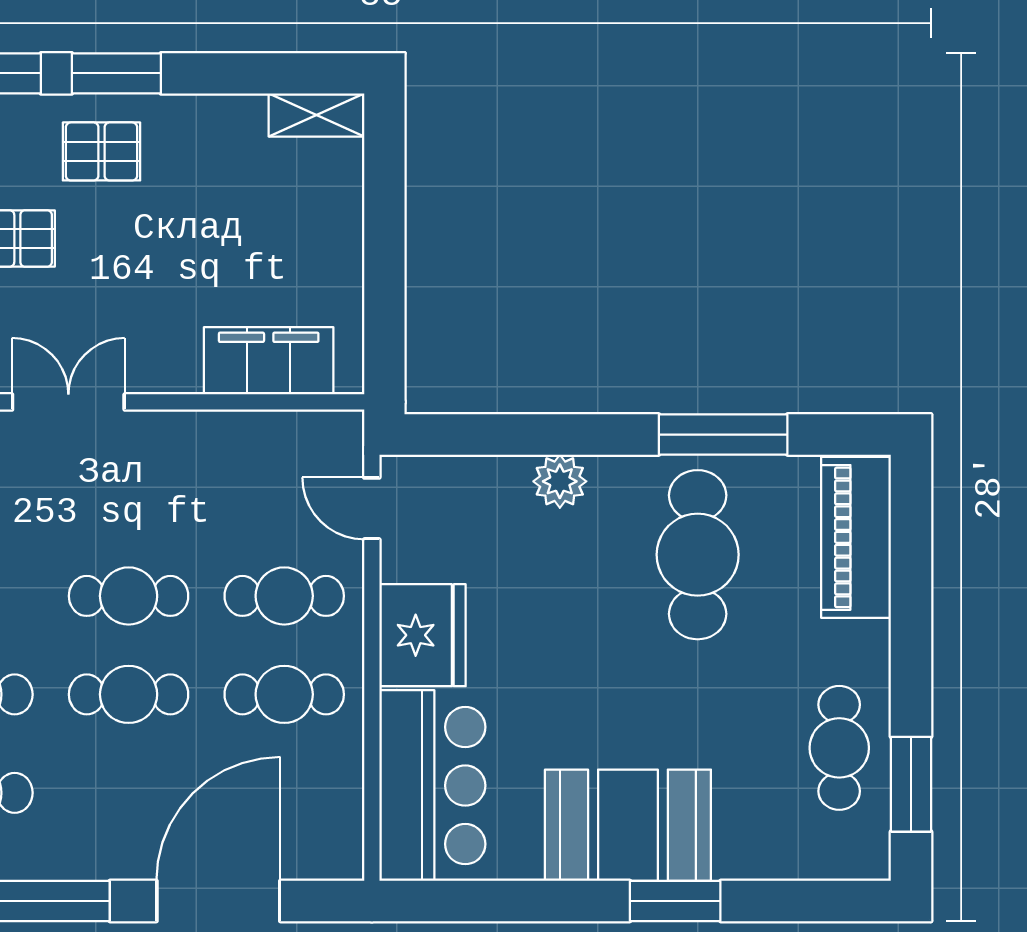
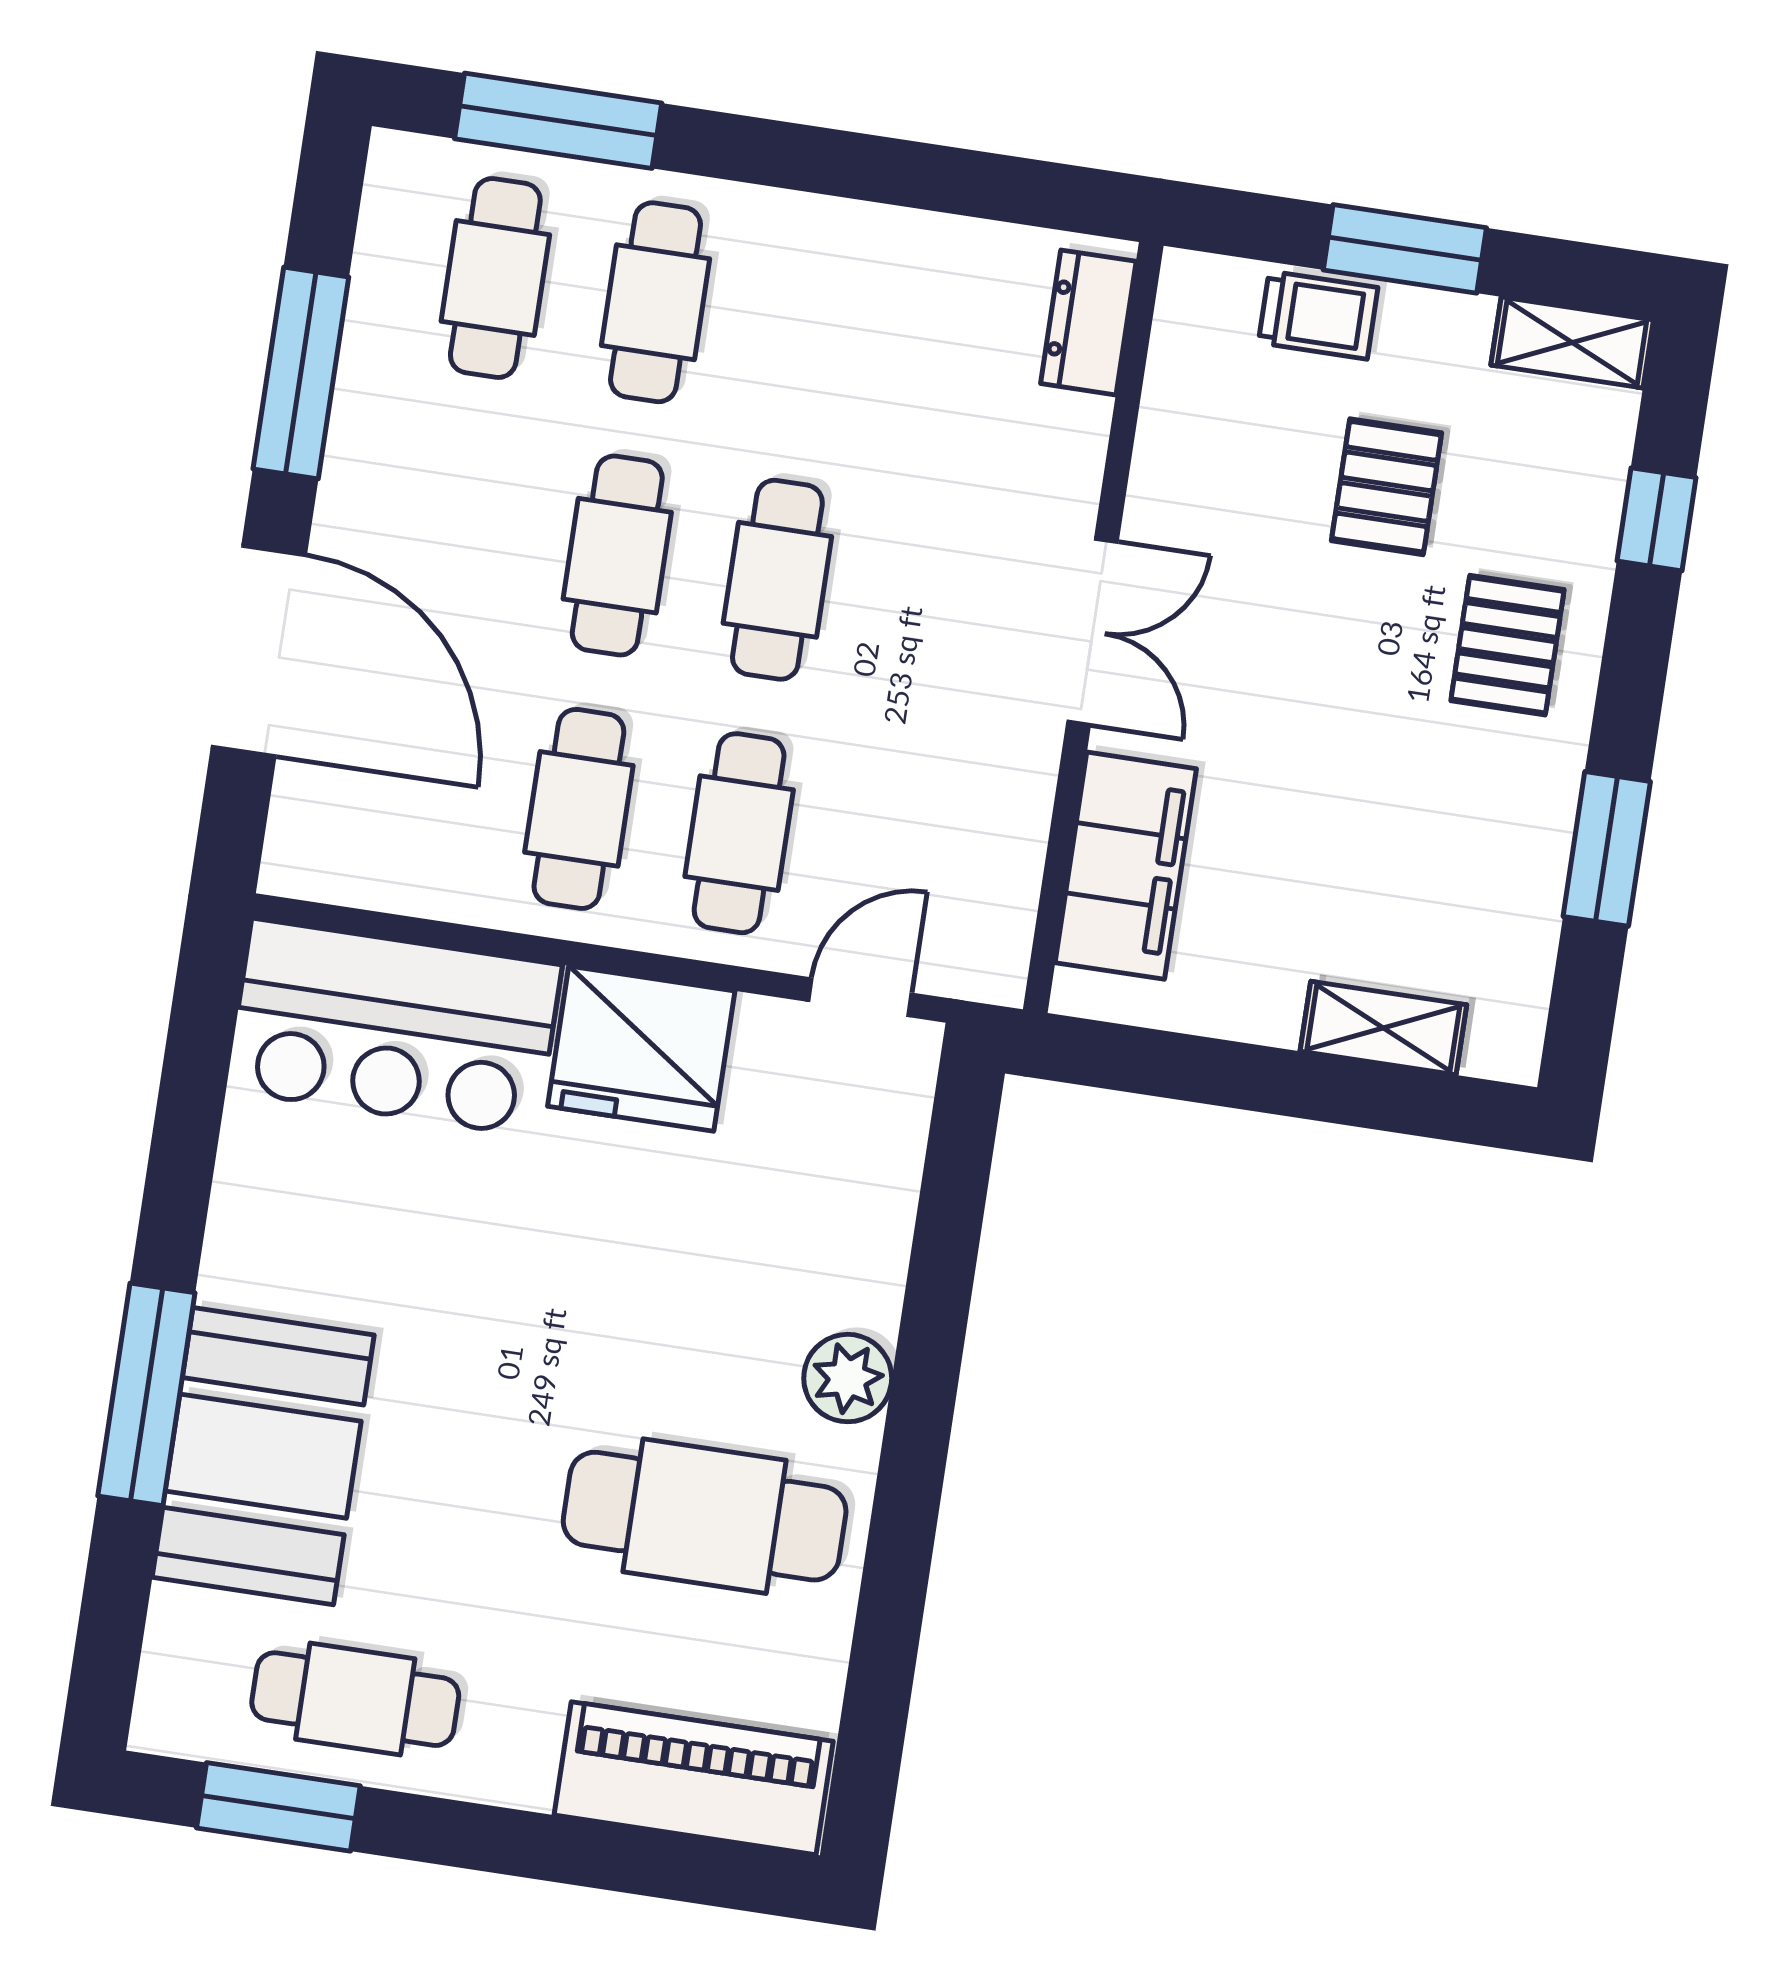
window: (116, 73) -> (1607, 849), moved
shelving: (316, 115) -> (1383, 1028), moved, turned 90
double door: (68, 402) -> (1093, 632), moved
window: (723, 435) -> (894, 1587), removed
plant: (560, 481) -> (848, 1378), moved
booth: (628, 825) -> (263, 1456), moved
window: (675, 901) -> (146, 1394), width x1.44

